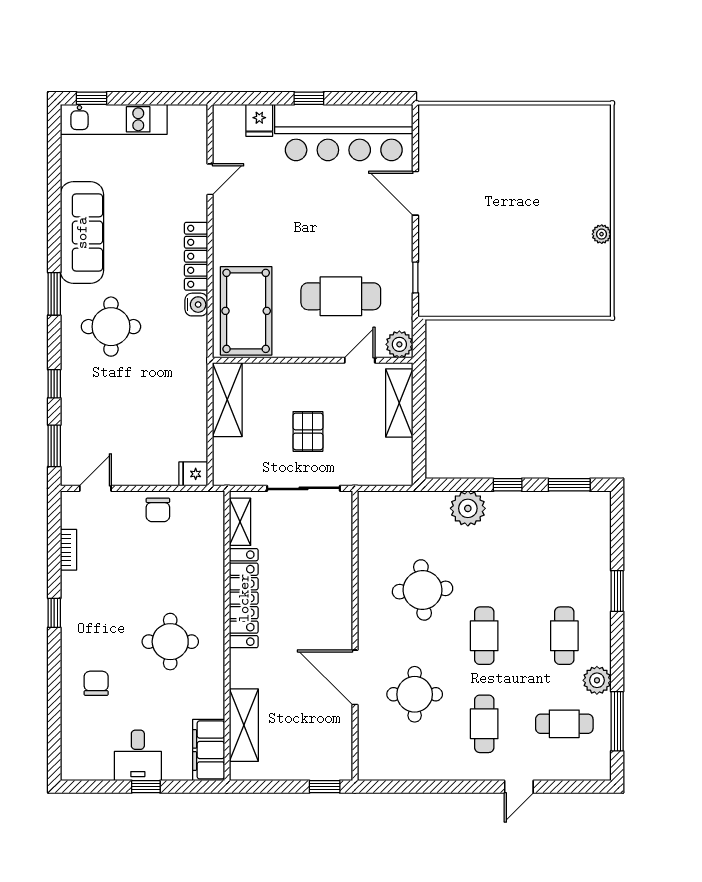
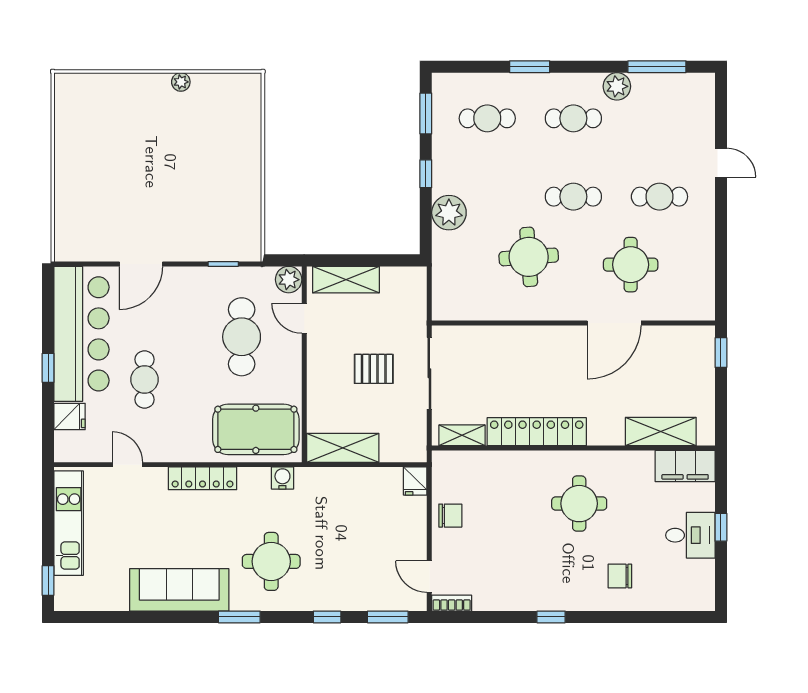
kitchen unit: (114, 119) -> (69, 523), moved
cafe table: (297, 197) -> (145, 379), added
water cooler: (196, 305) -> (282, 478), moved
bookcase: (68, 550) -> (452, 603), moved
cafe table: (564, 724) -> (487, 118), moved, turned 90

